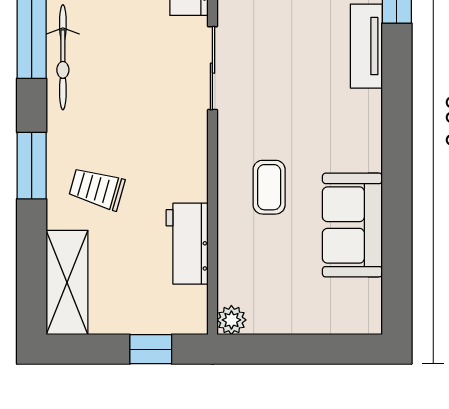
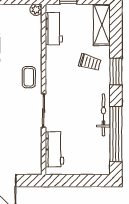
coffee table: (269, 187) -> (29, 77), moved
workbench: (187, 244) -> (54, 29), moved

